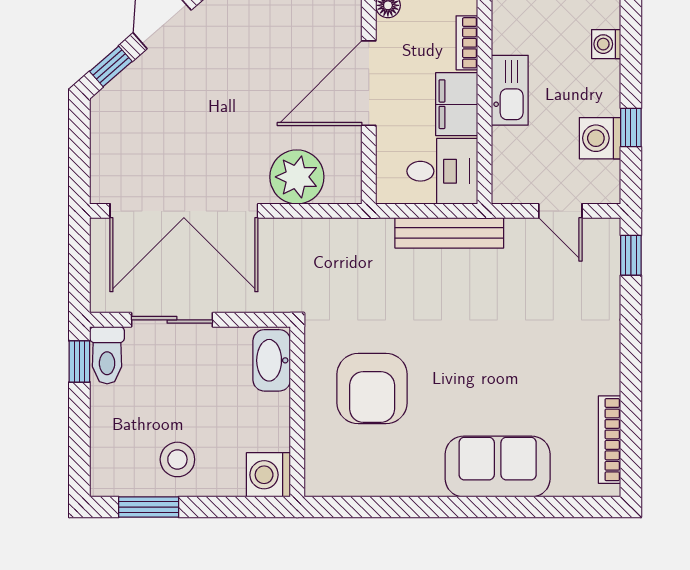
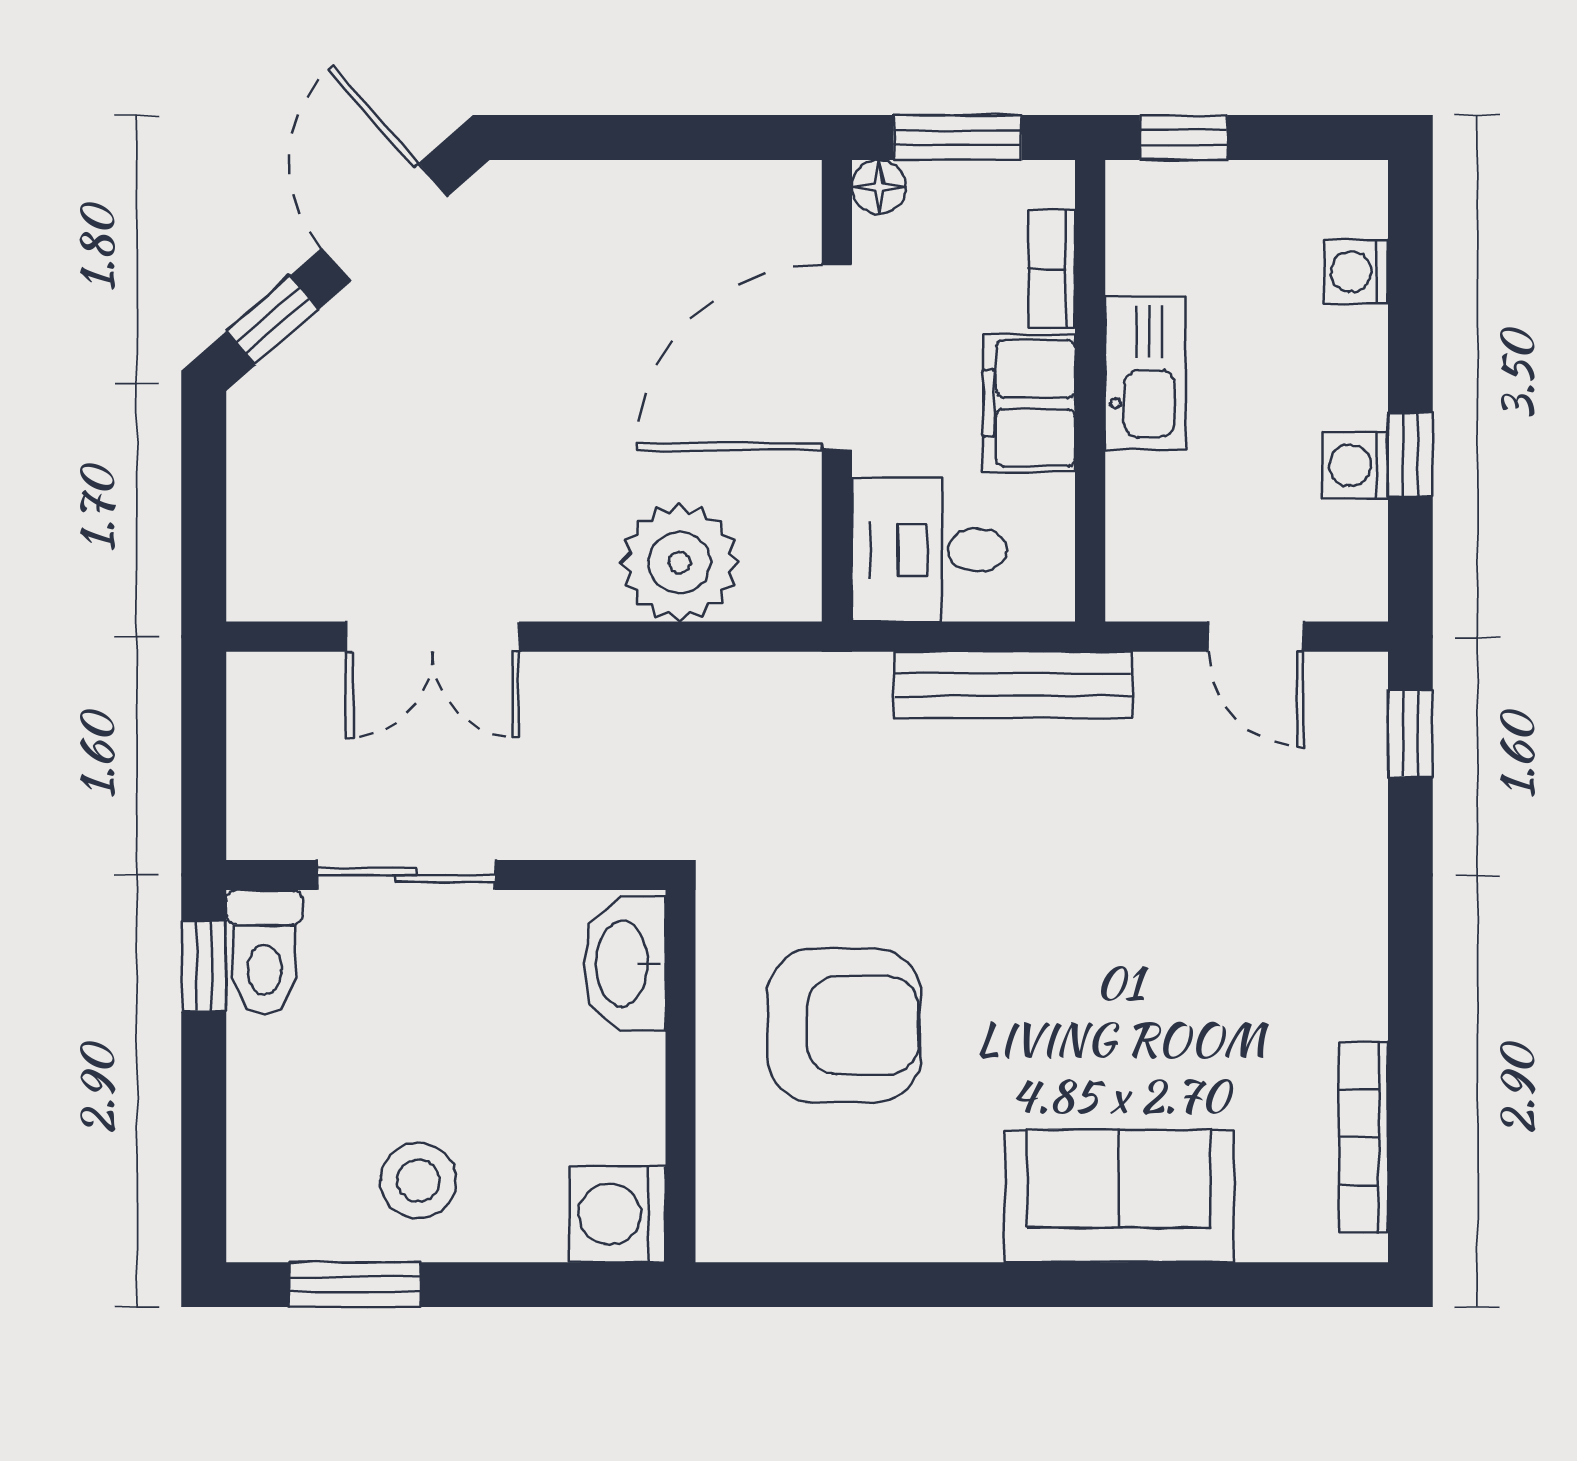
washing machine: (600, 138) -> (1355, 465), width x0.73, depth x0.73
desk: (442, 171) -> (929, 550), moved, turned 180
double door: (184, 211) -> (432, 637), width x0.54
armchair: (372, 389) -> (844, 1025), turned -90

